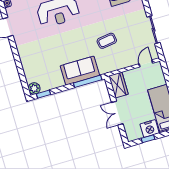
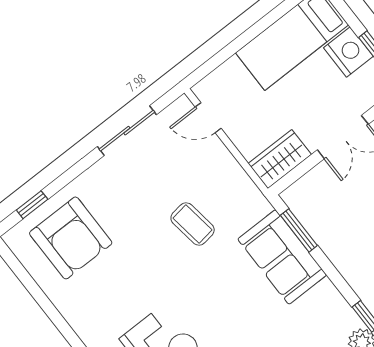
window: (88, 81) -> (299, 230), width x0.69

